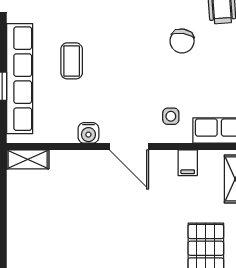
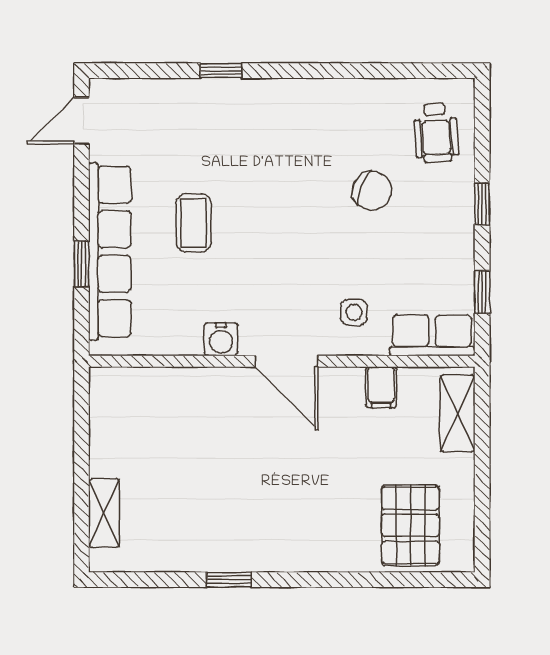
chair: (182, 41) -> (372, 191), turned -77
shelving: (28, 159) -> (104, 513), moved, turned 90

